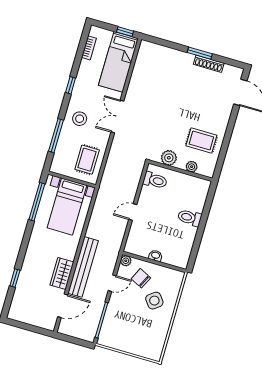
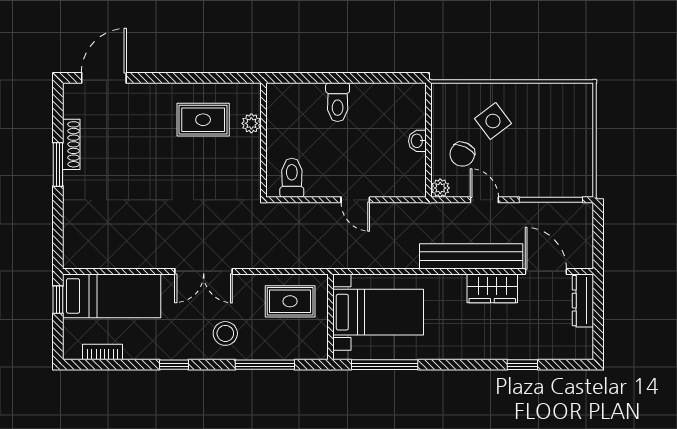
rug: (201, 141) -> (203, 120), turned 90
plant: (169, 158) -> (248, 166), removed
dresser: (41, 322) -> (583, 301), added

